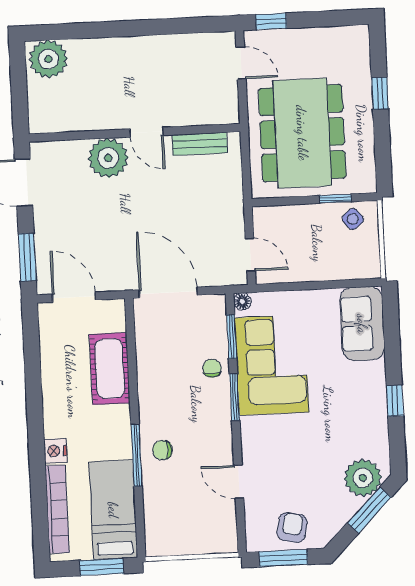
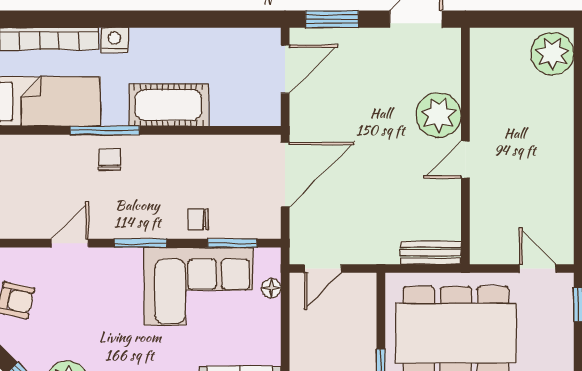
door: (241, 63) -> (538, 268), swing flipped
bench: (200, 144) -> (431, 253), moved, turned 90
floor lamp: (242, 301) -> (271, 288), moved
chair: (212, 368) -> (198, 219), turned 180
cot: (110, 369) -> (168, 105), moved
window: (235, 397) -> (140, 243), moved

